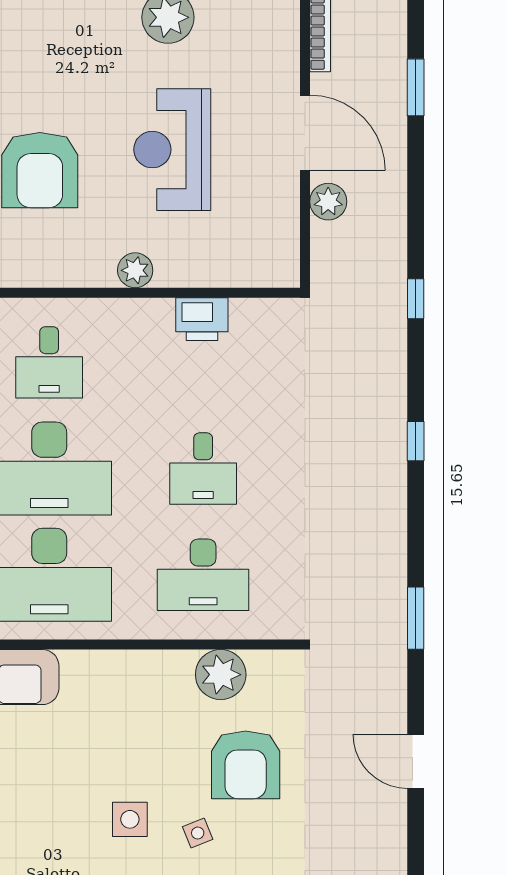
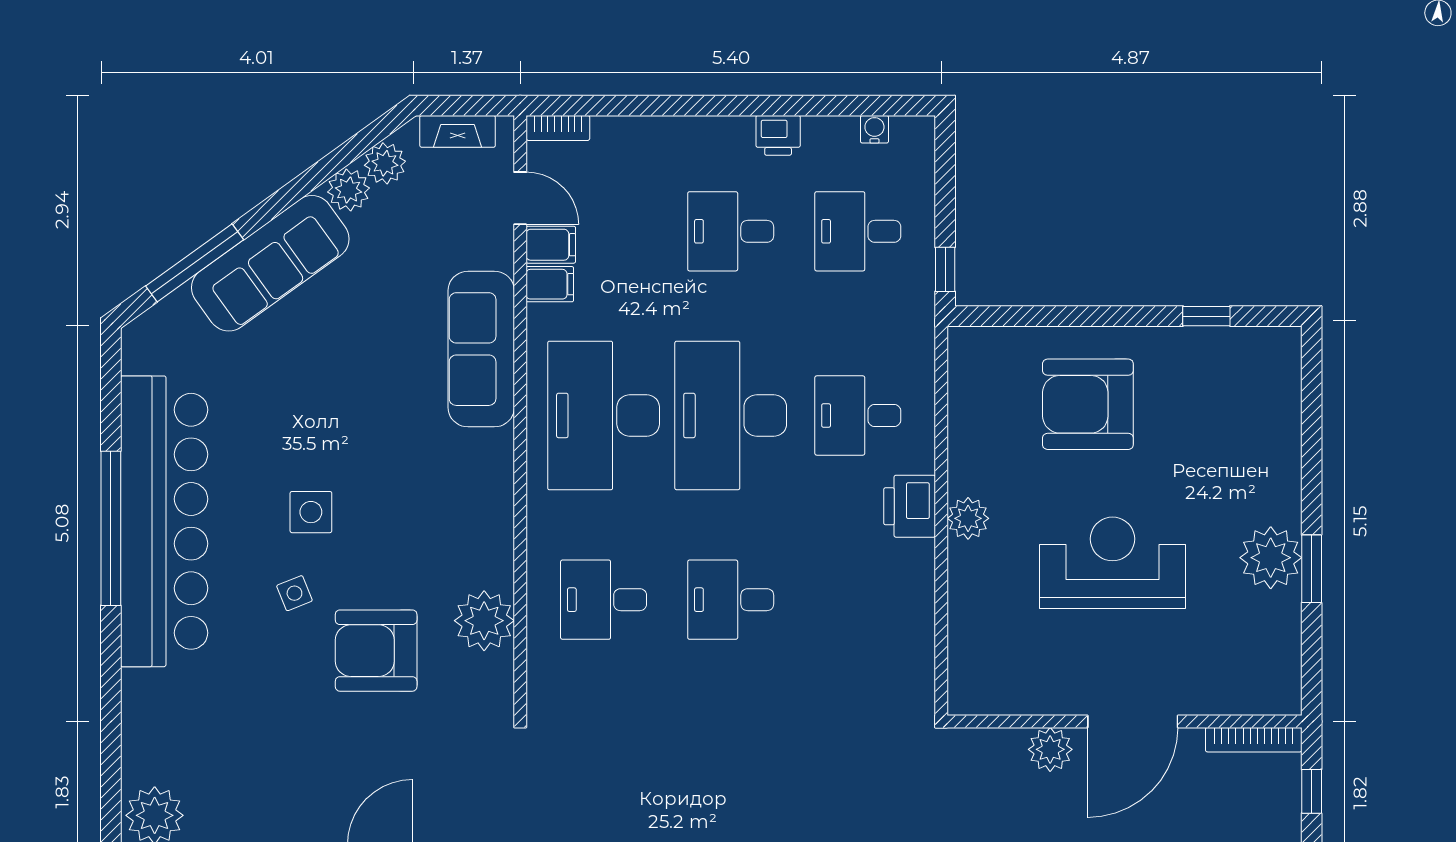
printer: (202, 319) -> (910, 506), moved
desk: (203, 575) -> (604, 600), width x0.73

